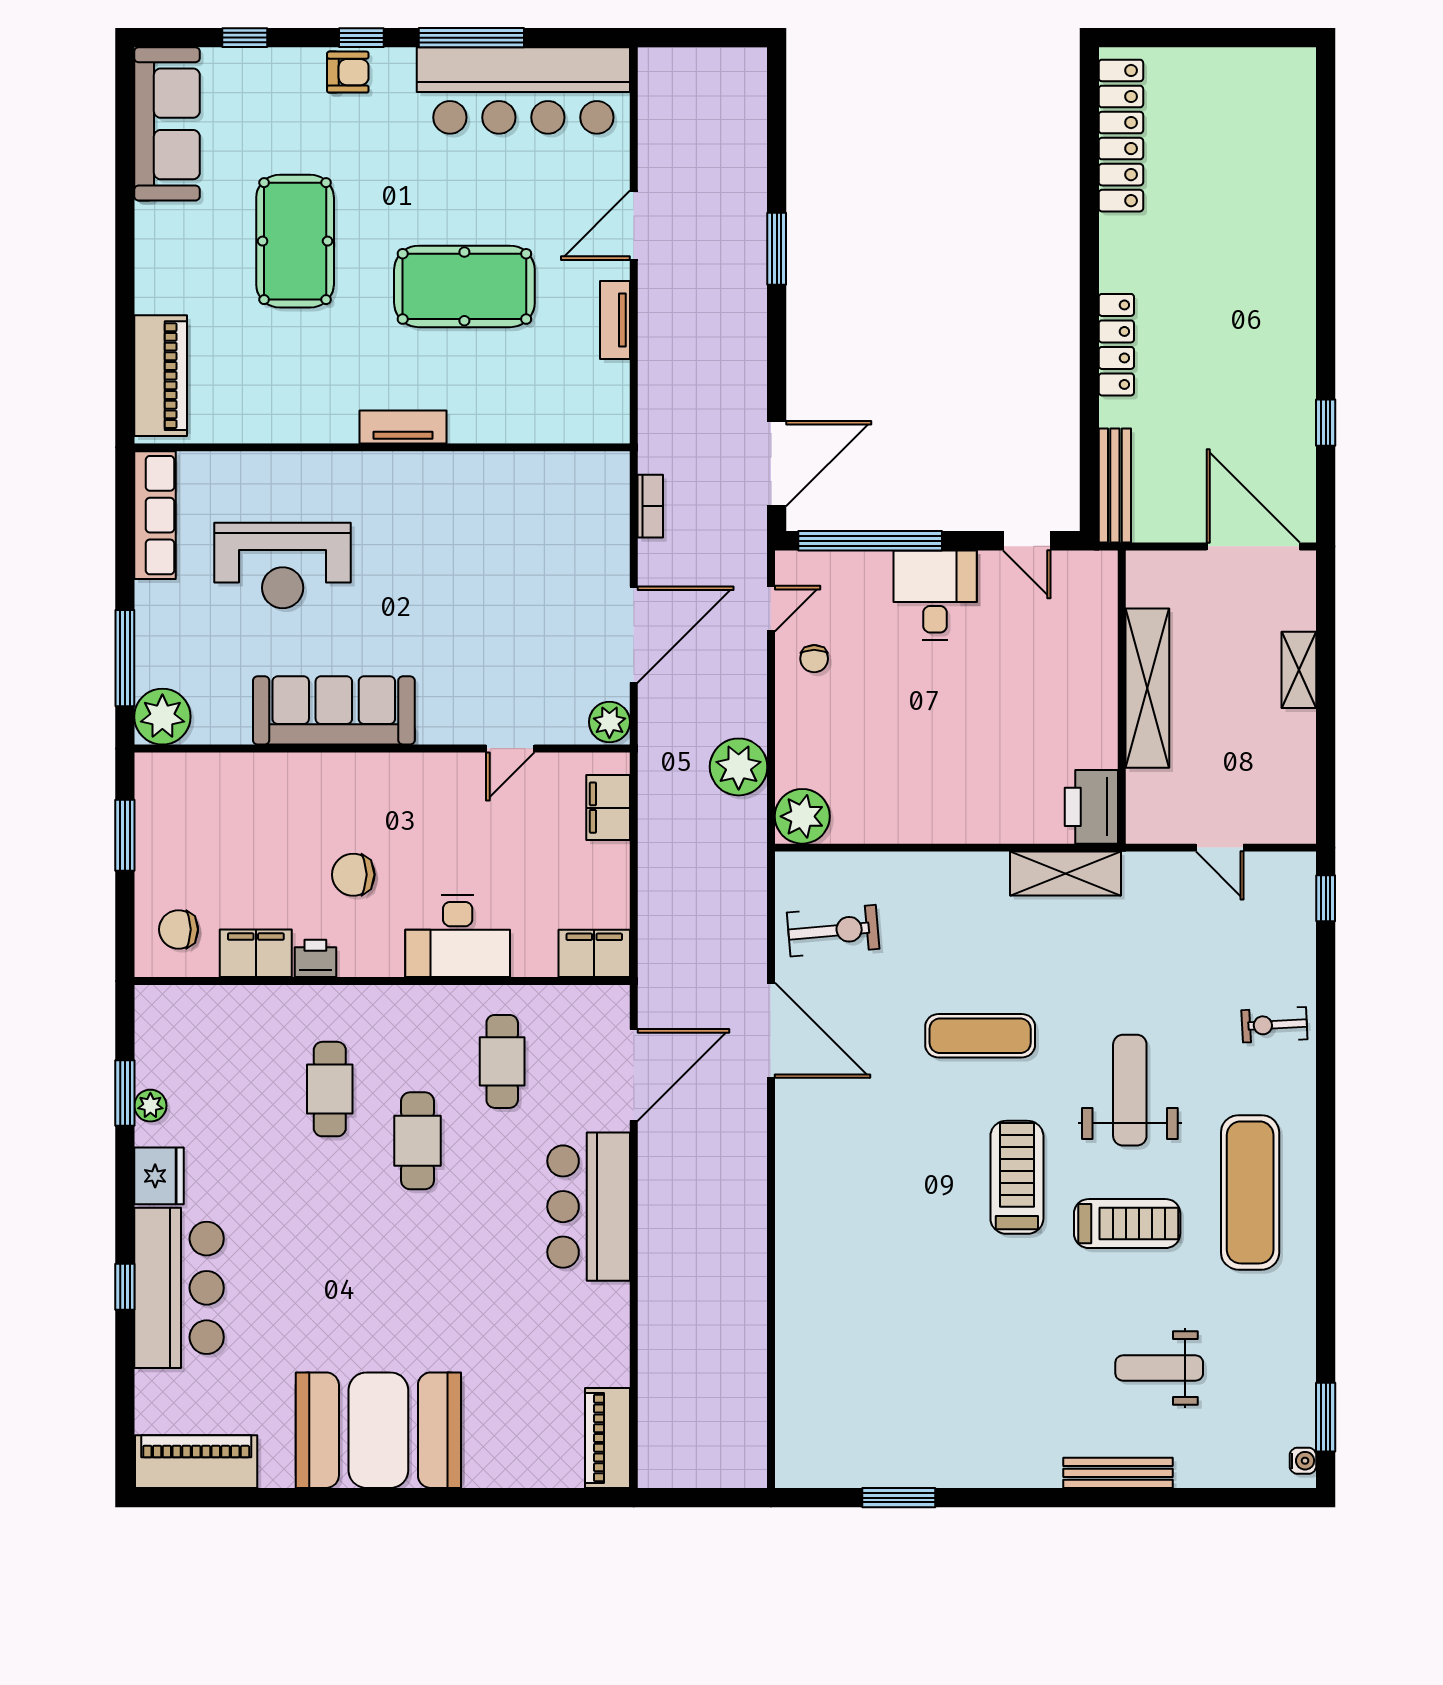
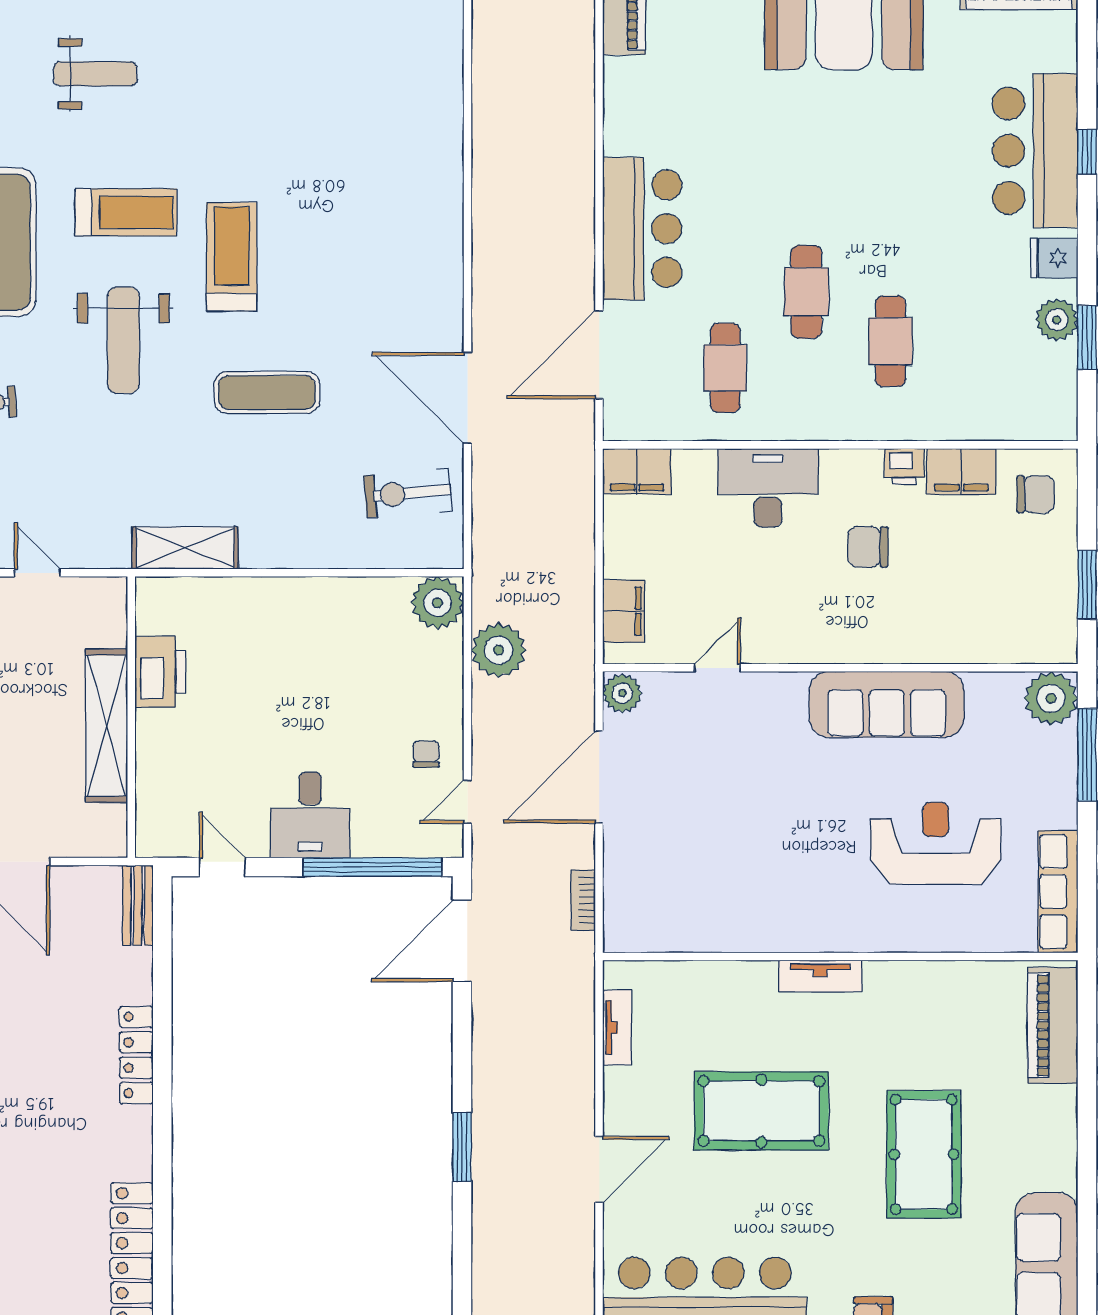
tv unit: (615, 320) -> (617, 1028), moved
bench: (1115, 486) -> (138, 905), width x0.73
printer: (1091, 807) -> (160, 672), moved
chair: (353, 875) -> (868, 547), turned 180
plant: (150, 1106) -> (1057, 320), width x1.38, depth x1.38
fridge: (159, 1176) -> (1054, 258), width x0.72
treadmill: (1017, 1177) -> (232, 257), turned 180
treadmill: (1127, 1224) -> (126, 212), turned 180

